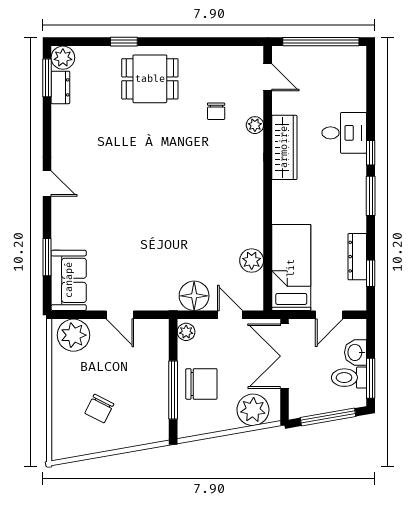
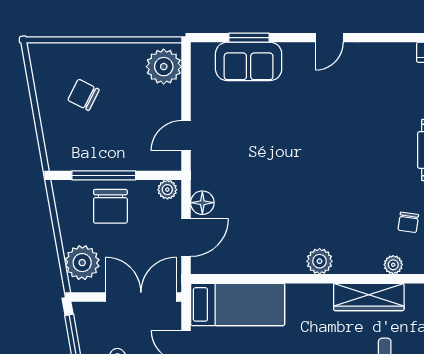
chair: (216, 111) -> (408, 222), turned -82
plant: (252, 261) -> (320, 261), moved
sofa: (69, 280) -> (249, 61), moved
floor lamp: (194, 296) -> (202, 203), width x0.73, depth x0.73
door: (120, 315) -> (186, 136), moved
door: (230, 315) -> (186, 238), width x1.38

